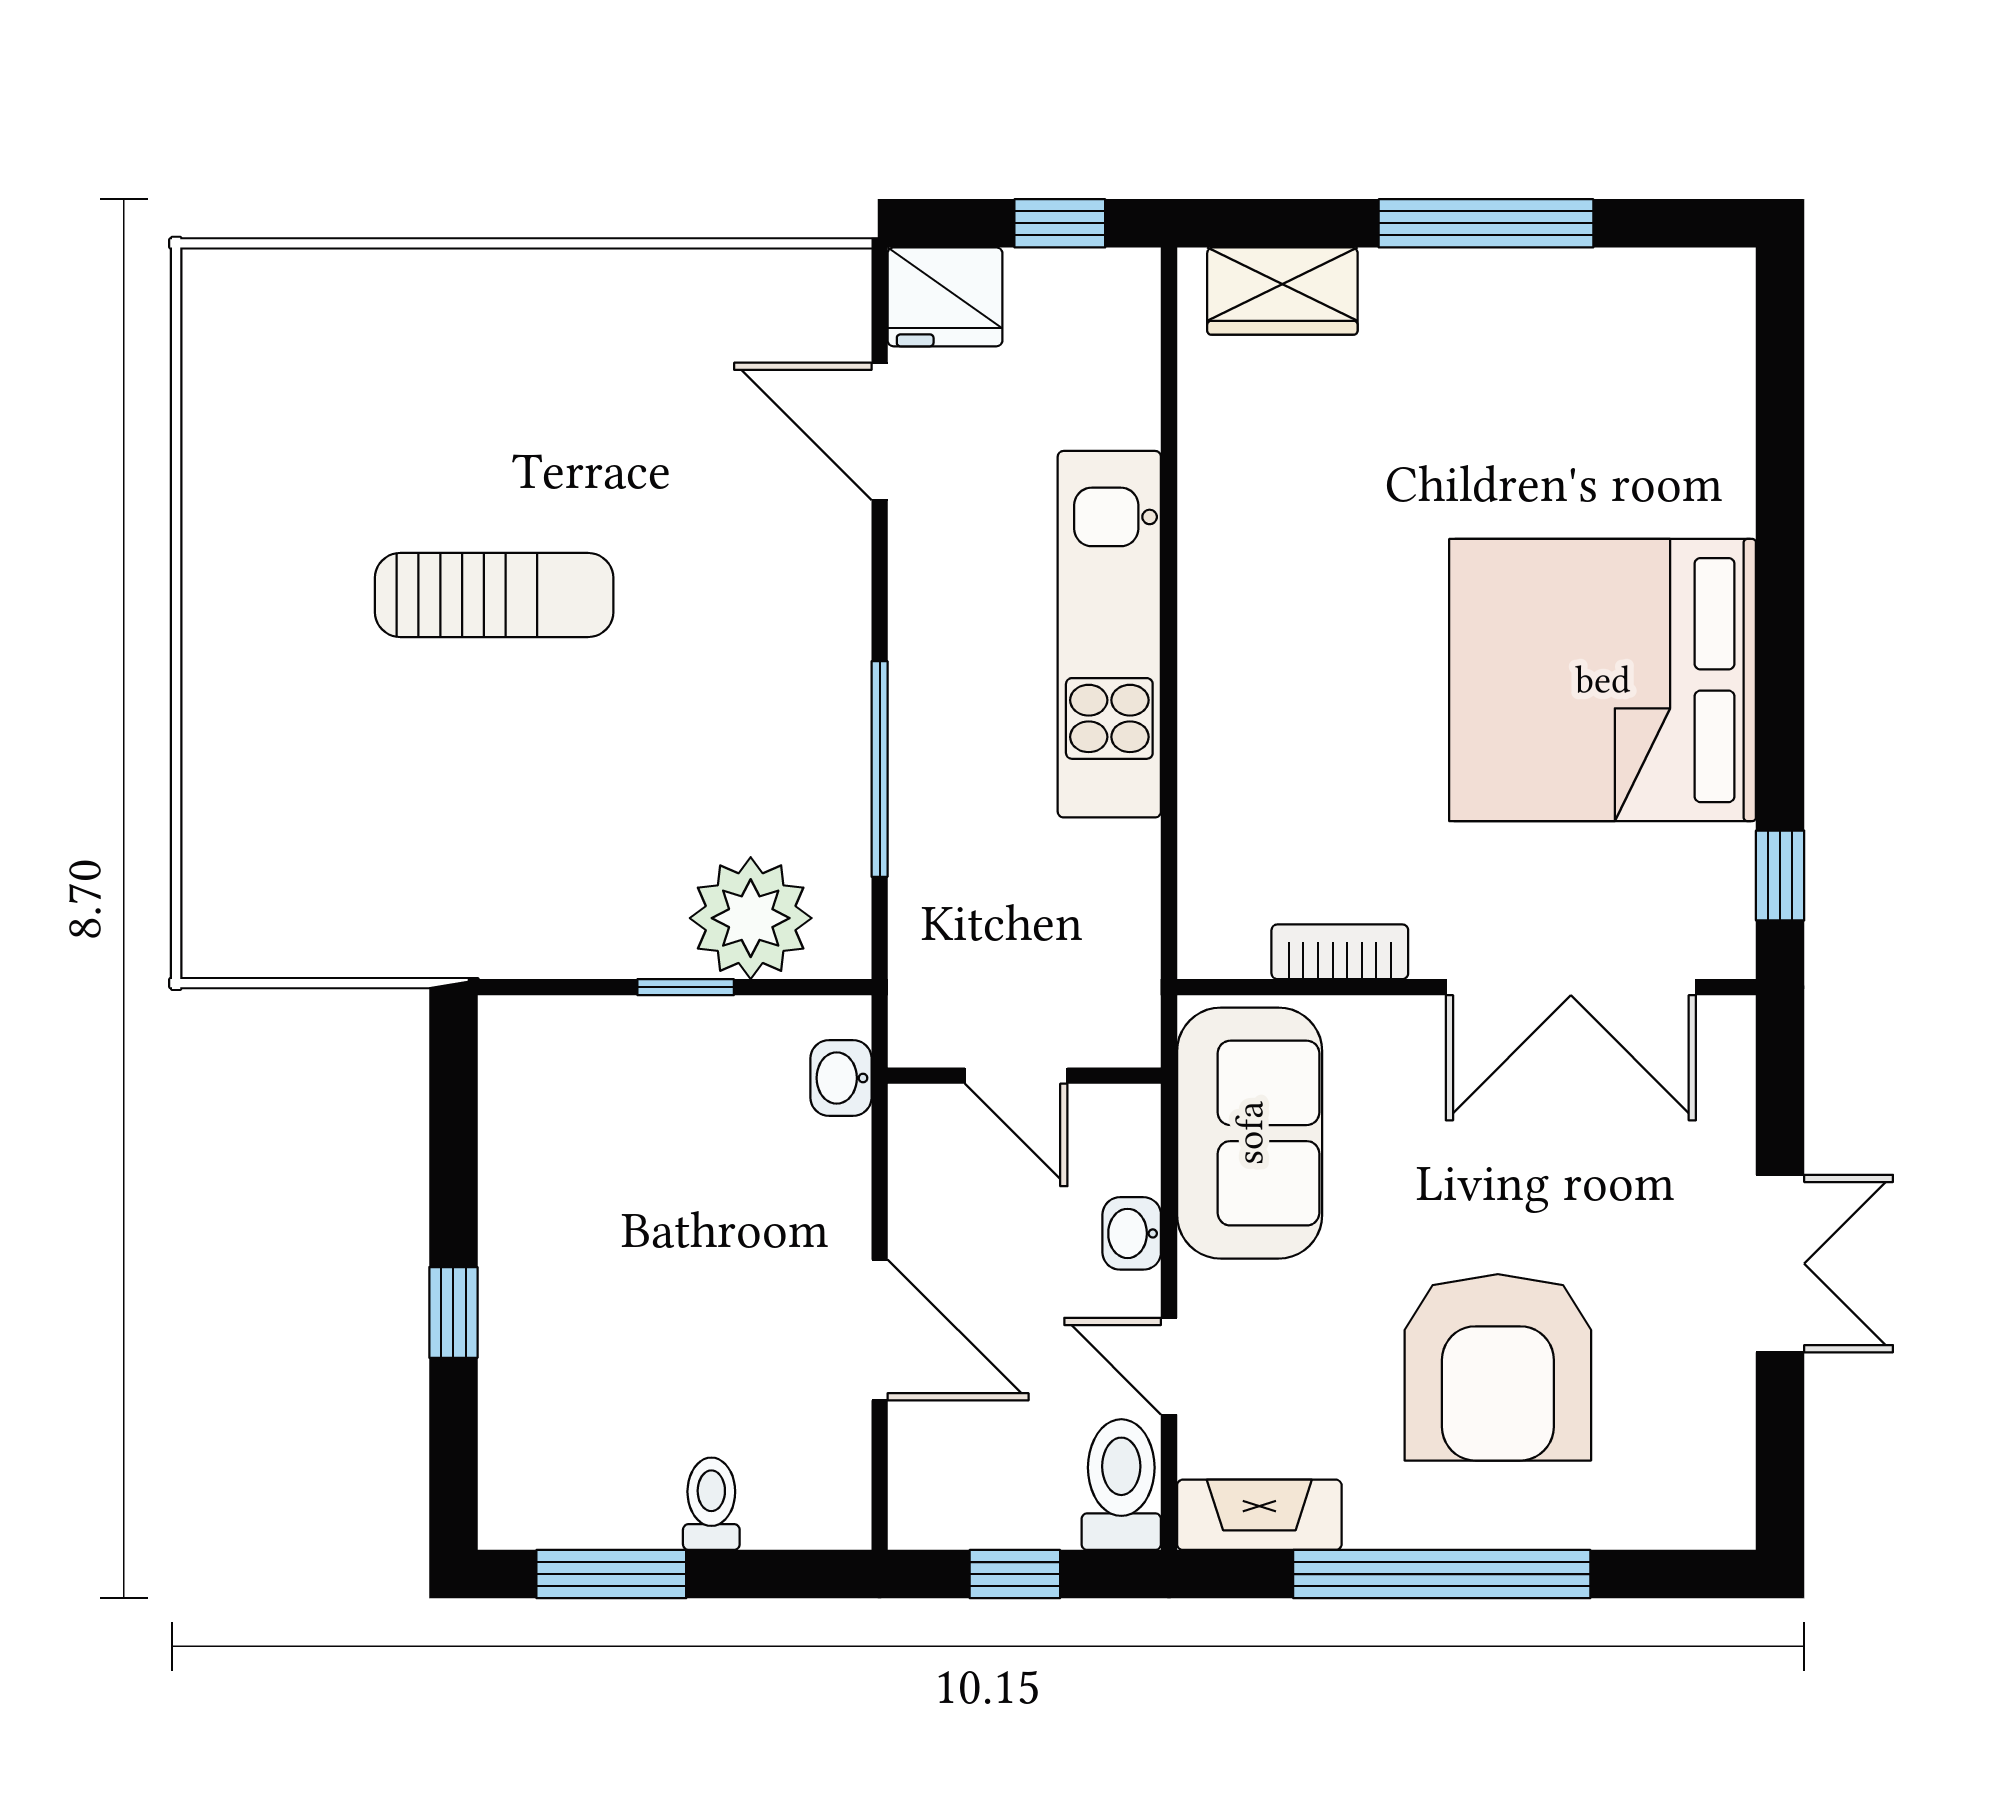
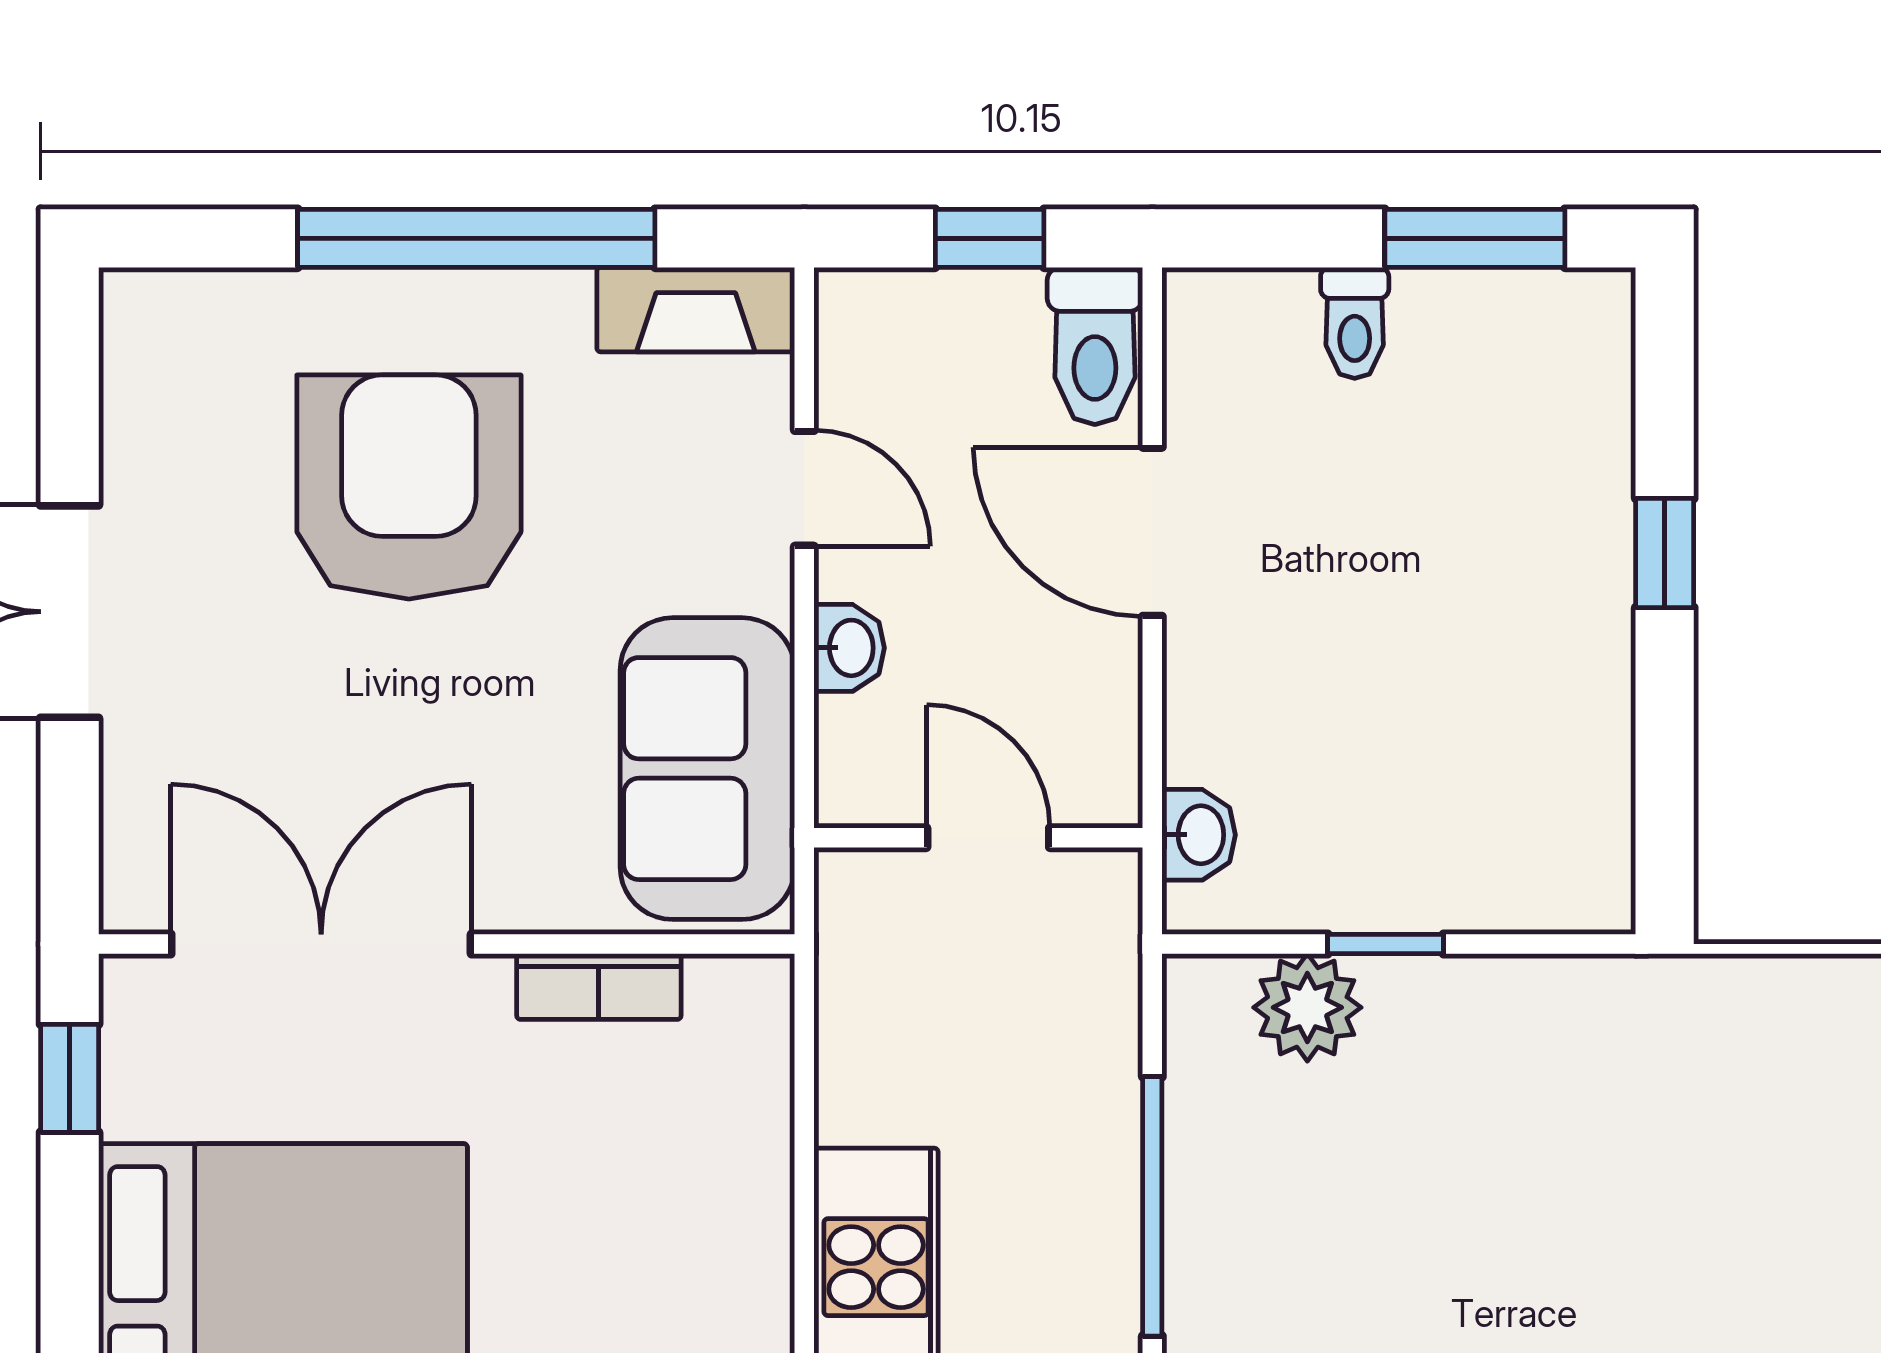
plant: (751, 918) -> (1307, 1007), width x0.73, depth x0.73
toilet: (1121, 1485) -> (1095, 346), moved

